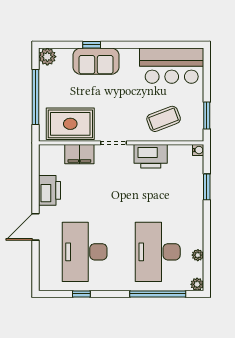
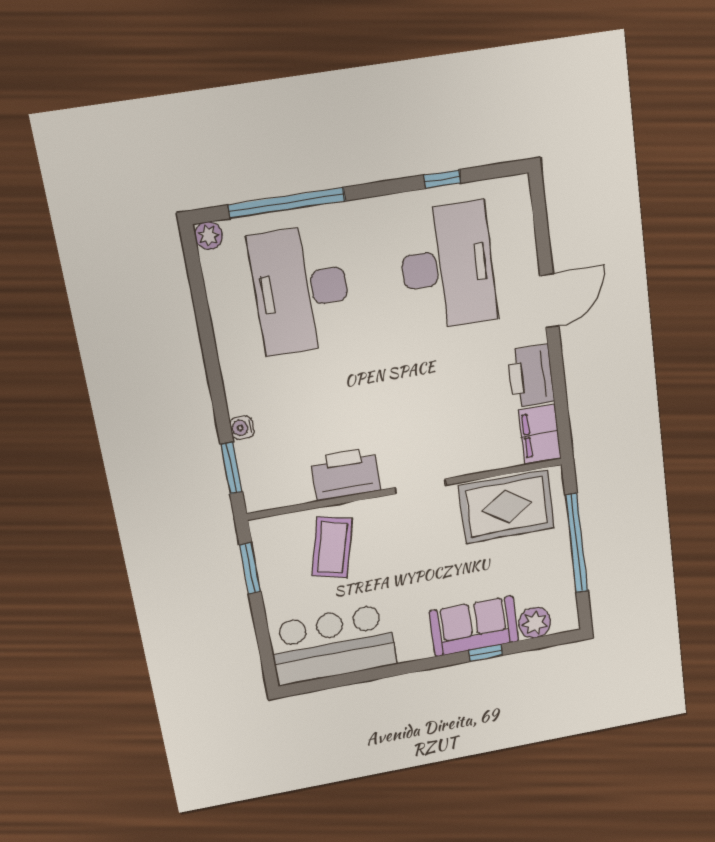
plant: (47, 57) -> (535, 623), moved
coffee table: (164, 119) -> (332, 547), turned -55
water cooler: (198, 150) -> (242, 428), moved
filing cabinet: (79, 154) -> (540, 434), moved, turned -90
window: (207, 187) -> (232, 468), moved
desk: (158, 252) -> (301, 290), turned 180
plant: (198, 255) -> (218, 296), removed

